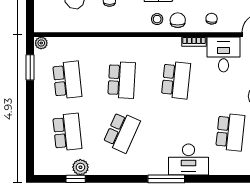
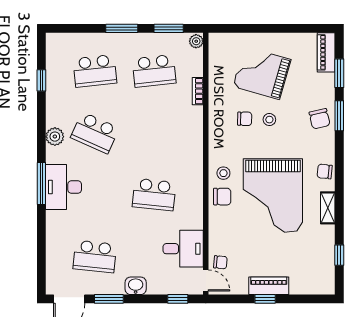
chair: (212, 19) -> (220, 262), moved
bookcase: (194, 42) -> (198, 91), moved
school desk: (122, 80) -> (154, 133), removed
window: (30, 108) -> (122, 28), added
desk: (188, 160) -> (64, 187), moved
plant: (80, 167) -> (55, 137), moved

